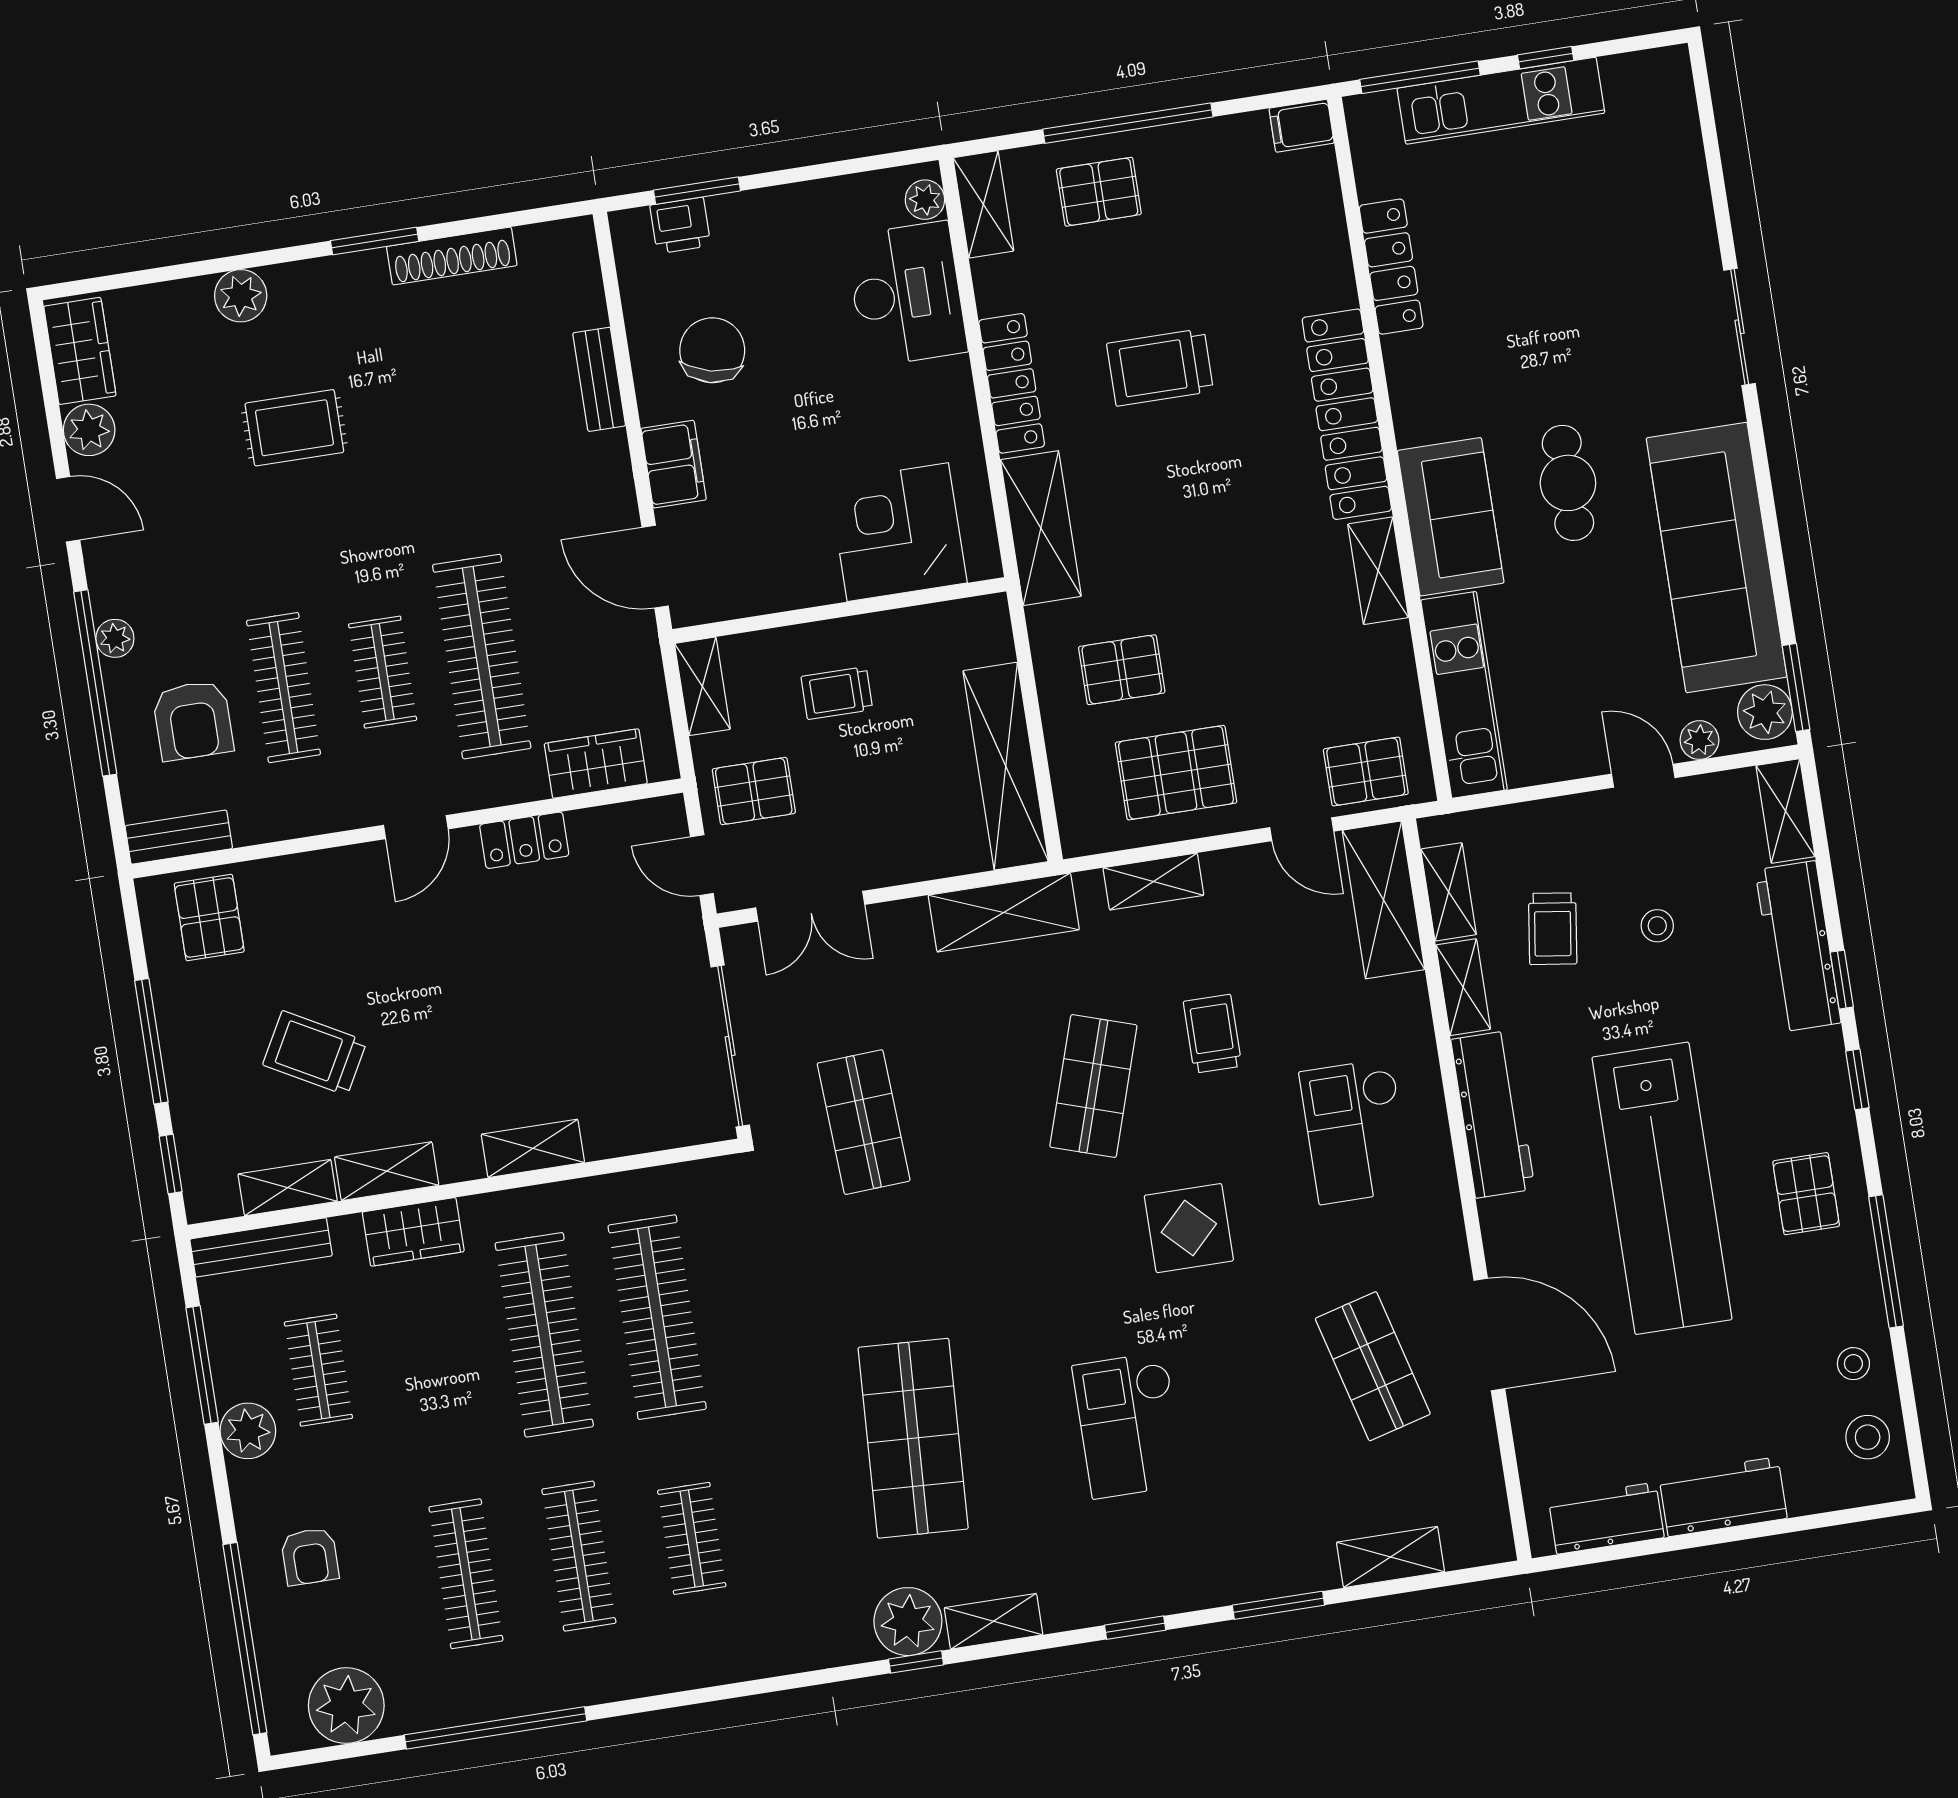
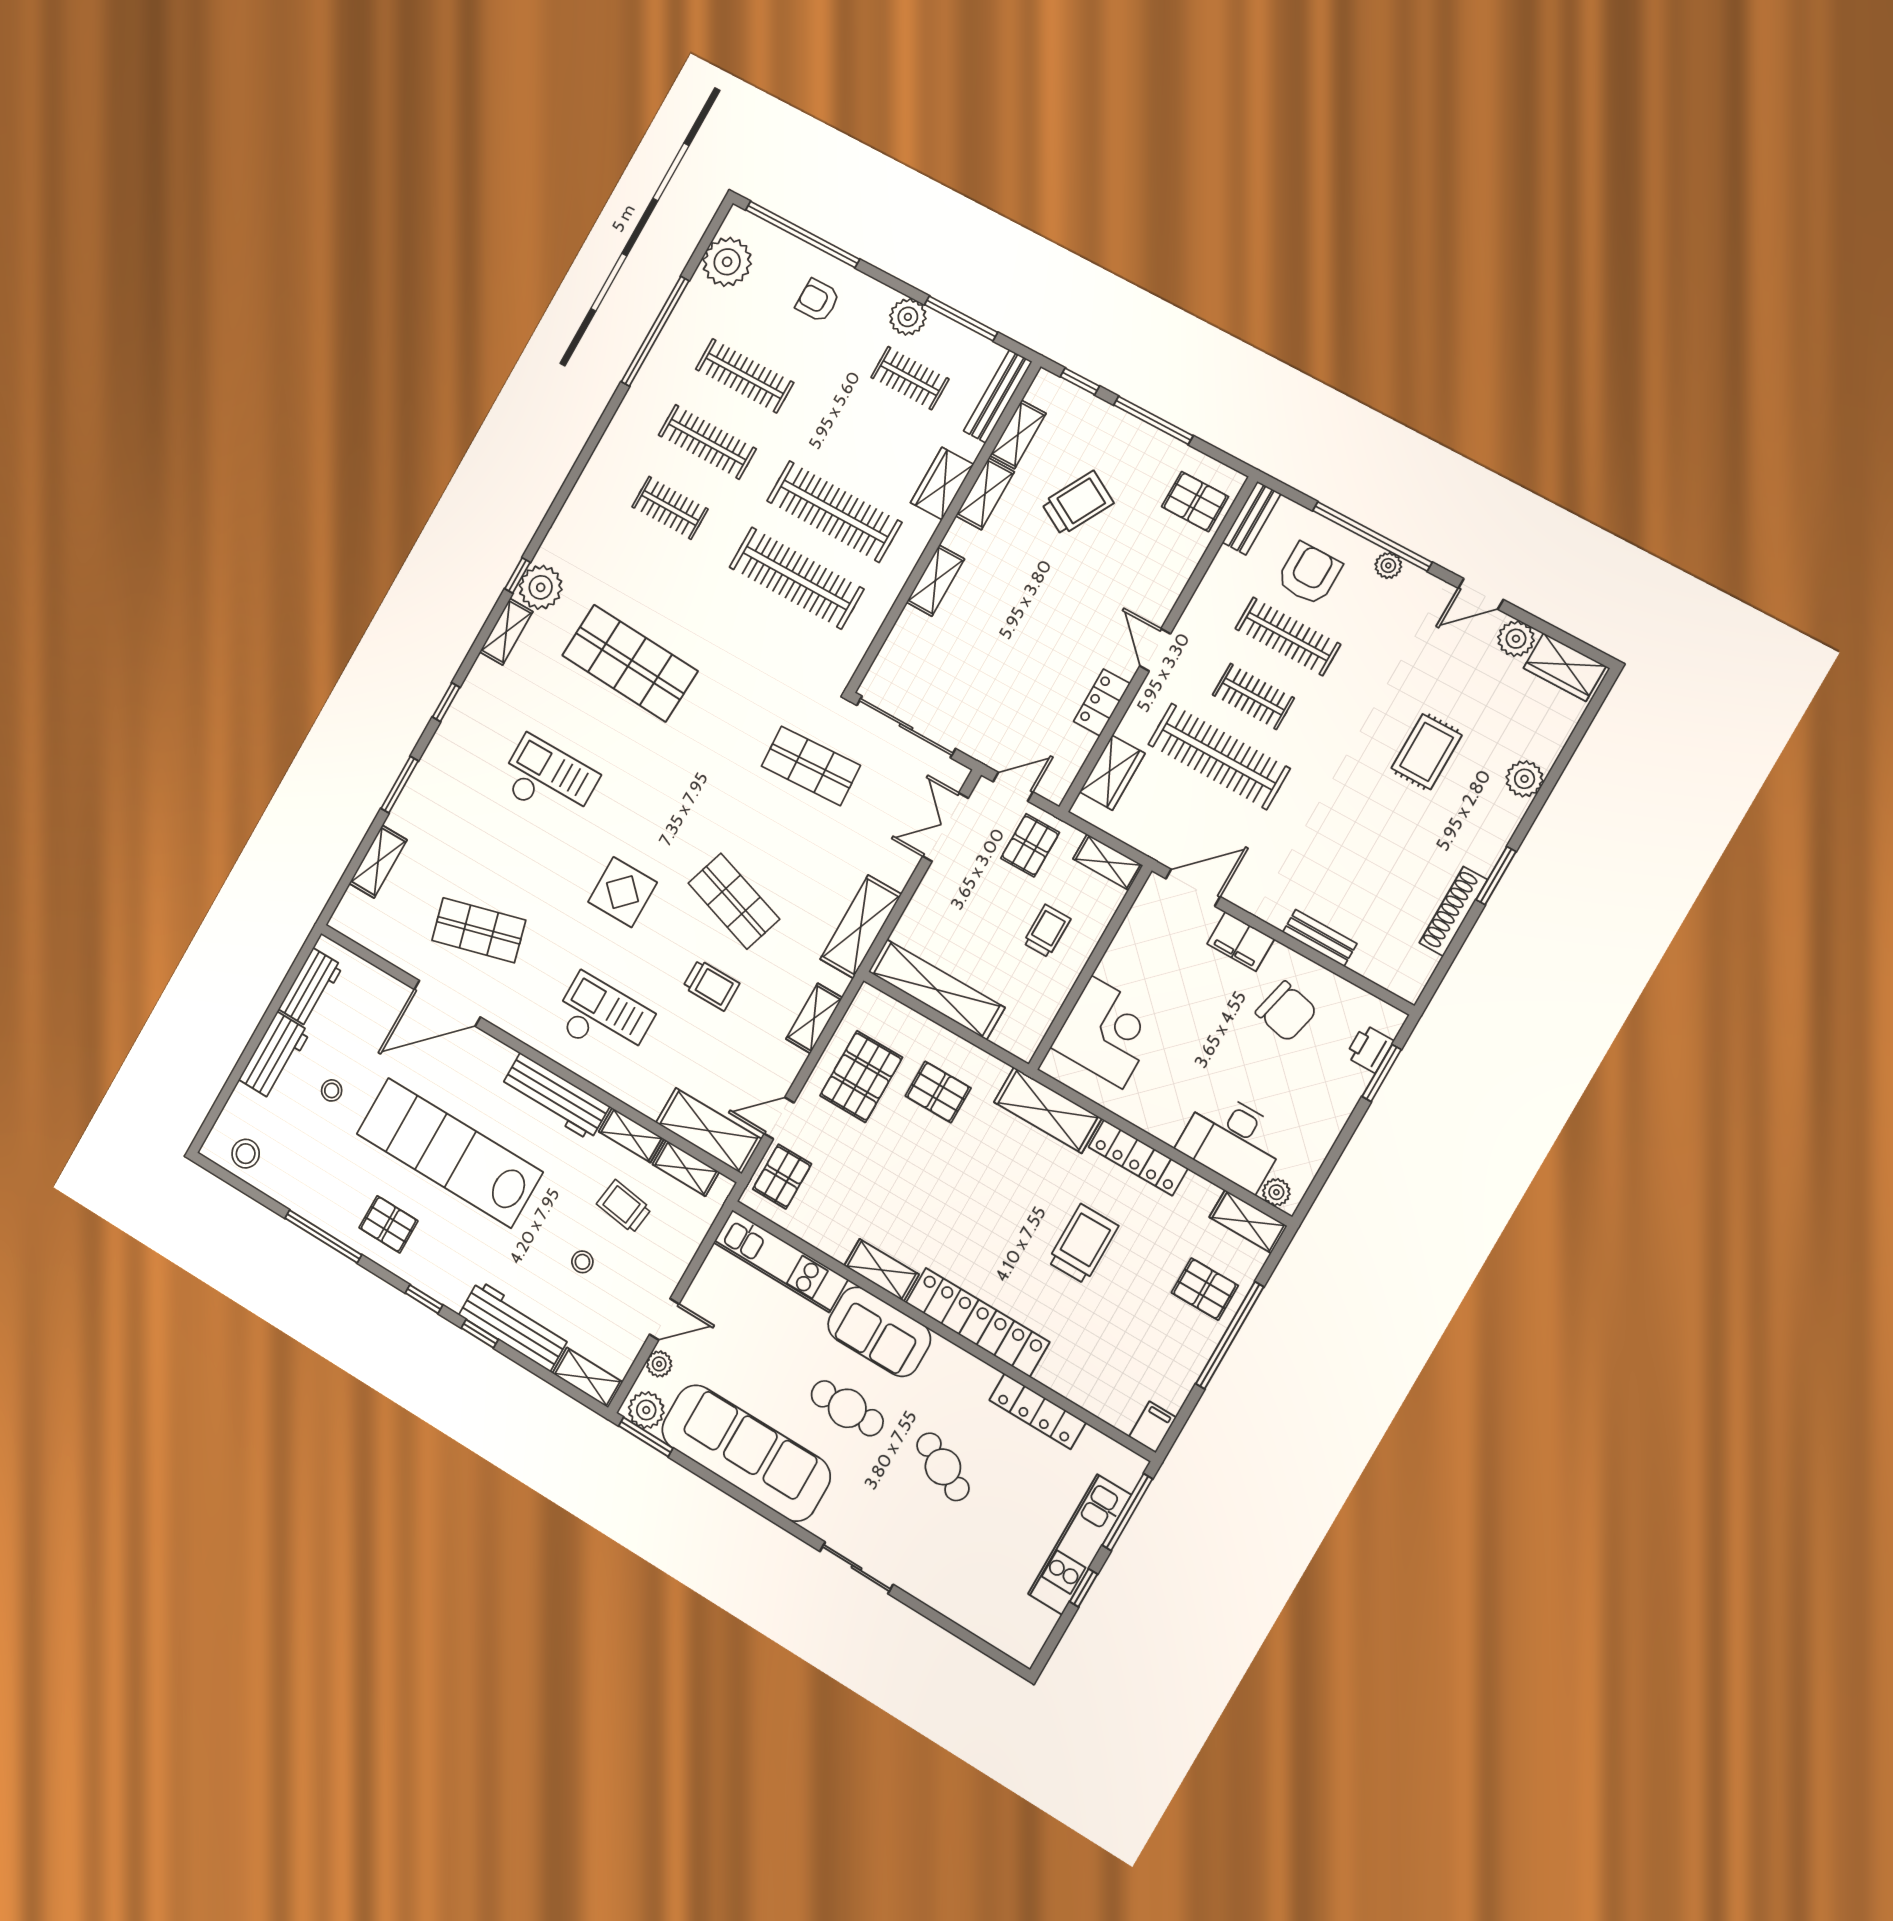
pallet: (1099, 192) -> (1205, 1289), turned 90
cafe table: (1543, 322) -> (943, 1467), added
pallet: (1122, 670) -> (938, 1092), turned 90
armchair: (193, 720) -> (1309, 574), turned 90
stool: (1853, 1364) -> (332, 1090), moved

